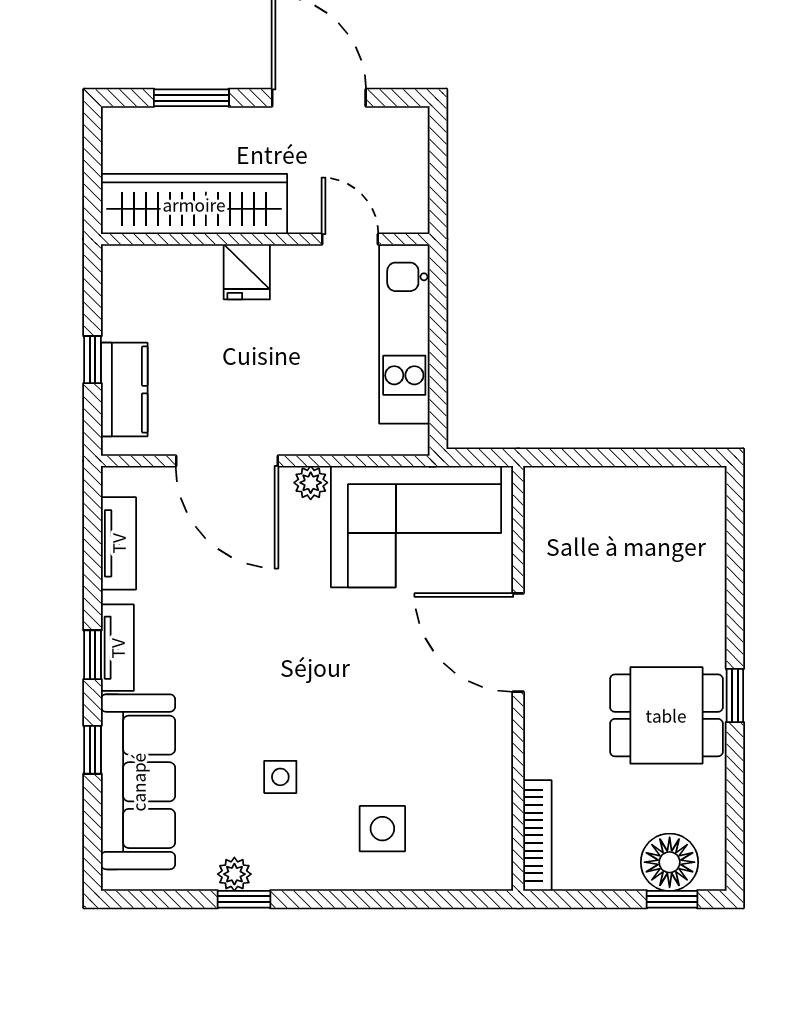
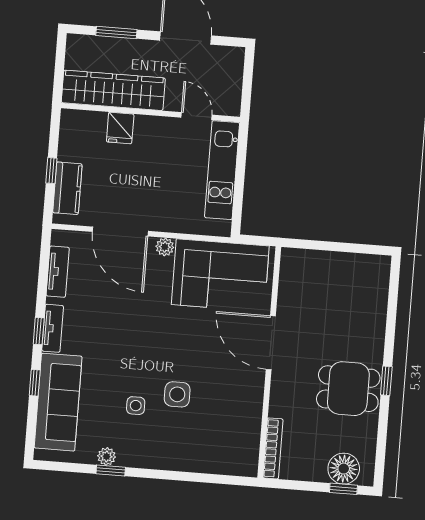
fridge: (247, 272) -> (120, 128), moved
side table: (382, 829) -> (177, 394), moved

